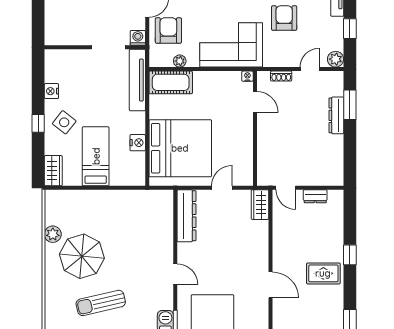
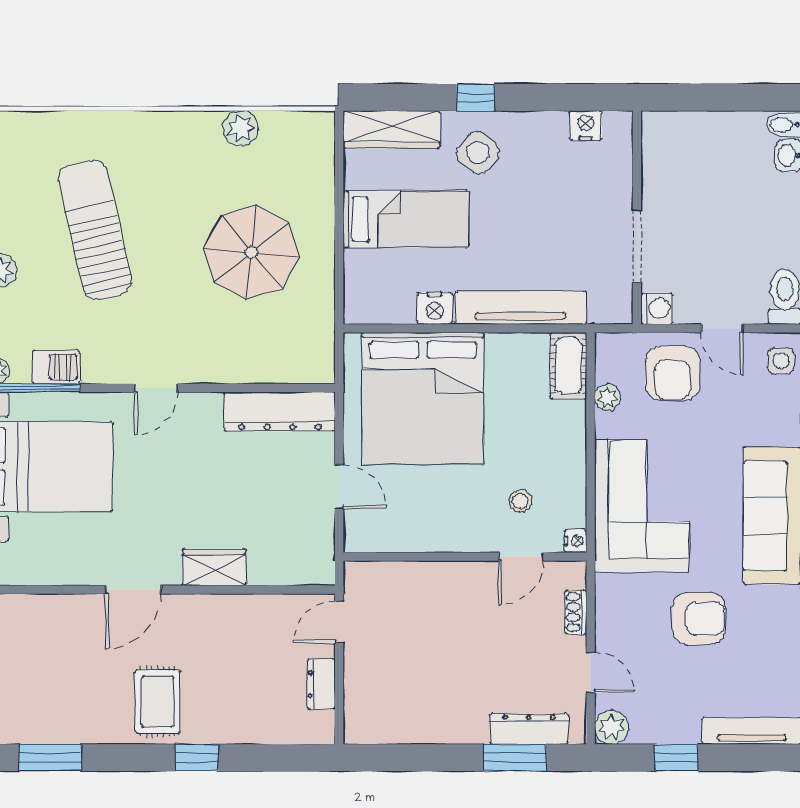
armchair: (168, 30) -> (672, 373), turned 90
tv unit: (137, 80) -> (520, 308), moved
cot: (171, 82) -> (568, 366), width x0.73, depth x0.75
nightstand: (51, 91) -> (586, 126), moved
stool: (229, 102) -> (521, 501), added
dresser: (336, 115) -> (529, 729), moved
wardrobe: (53, 171) -> (391, 129), width x1.50
wardrobe: (260, 205) -> (214, 567), moved
parasol: (82, 256) -> (251, 252), moved
sun lounger: (101, 303) -> (95, 230), width x1.36, depth x1.34

